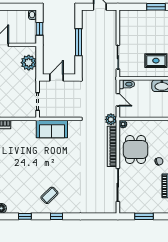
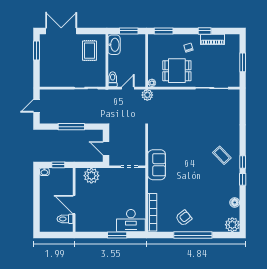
sofa: (52, 129) -> (157, 165), moved
bookcase: (112, 146) -> (174, 94), removed
window: (57, 216) -> (243, 162), moved

